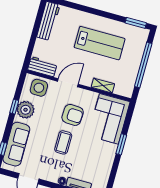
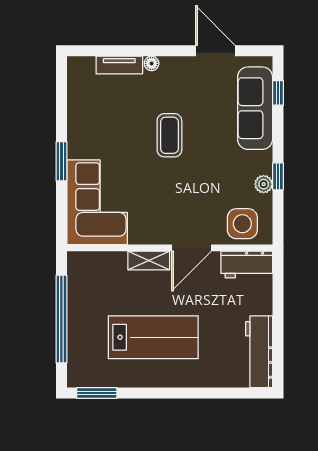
lab bench: (100, 43) -> (153, 337), turned 180
shelving: (103, 86) -> (149, 260), moved
plant: (26, 110) -> (264, 184), width x0.53, depth x0.53
armchair: (73, 115) -> (166, 191), removed

